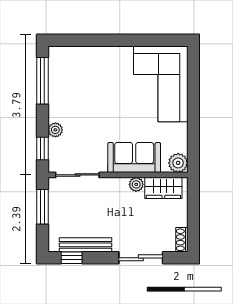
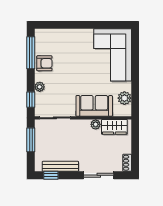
armchair: (62, 96) -> (44, 63), added
plant: (178, 163) -> (124, 98), moved

